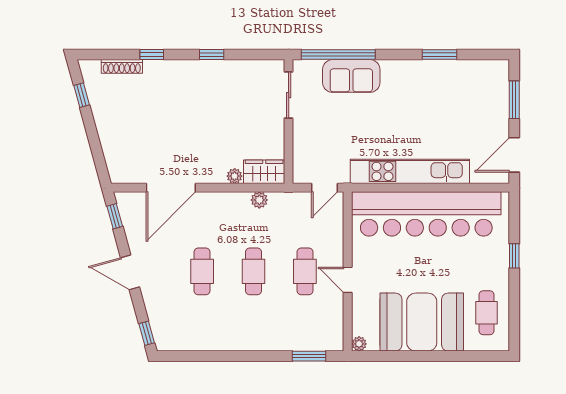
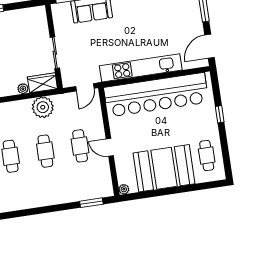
sliding door: (289, 95) -> (55, 53), moved
plant: (259, 200) -> (43, 107), width x1.88, depth x1.88

